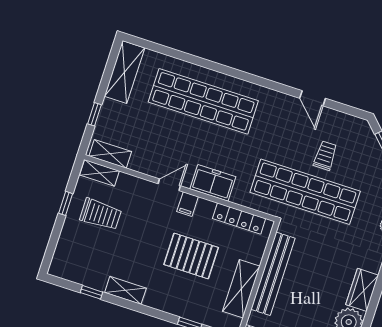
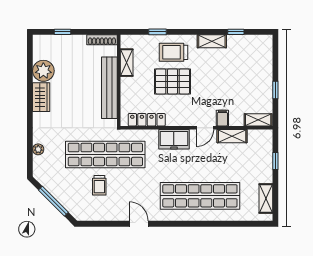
shelving: (125, 72) -> (266, 199), width x0.67, depth x0.75
door: (313, 98) -> (139, 224), moved
shelving: (110, 154) -> (232, 136), moved
filing cabinet: (188, 204) -> (222, 118), moved
trolley: (101, 214) -> (173, 52), moved
shelving: (241, 289) -> (127, 63), width x0.67, depth x0.75

